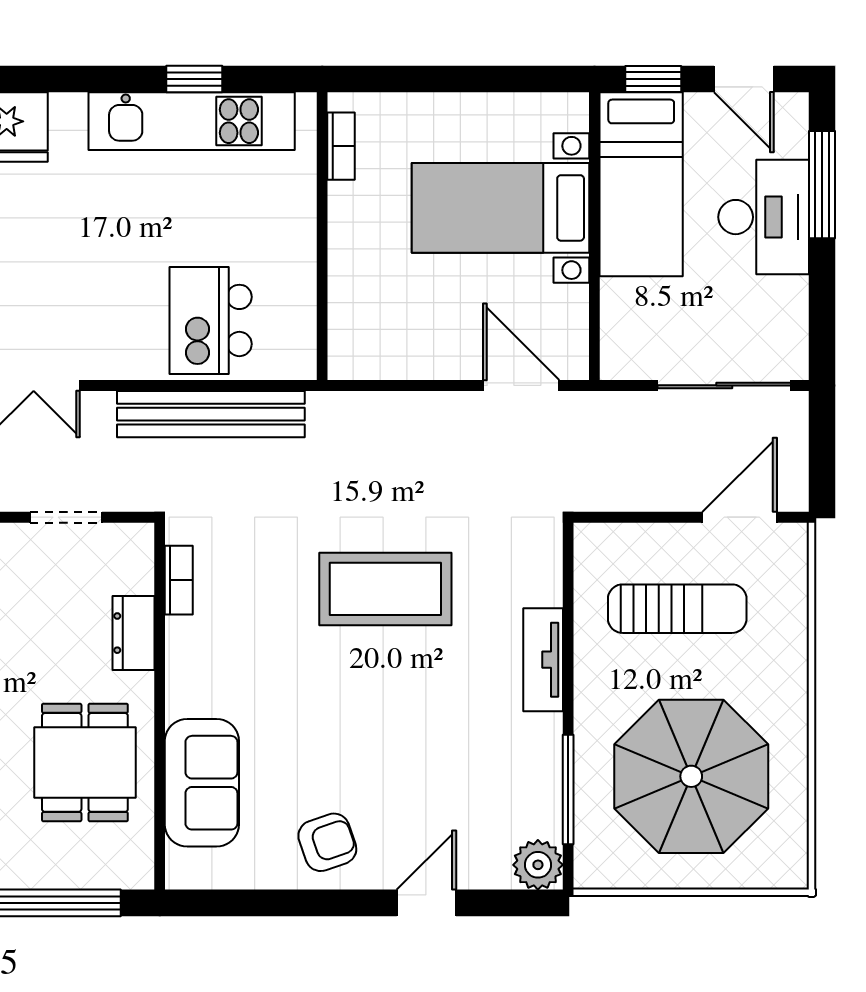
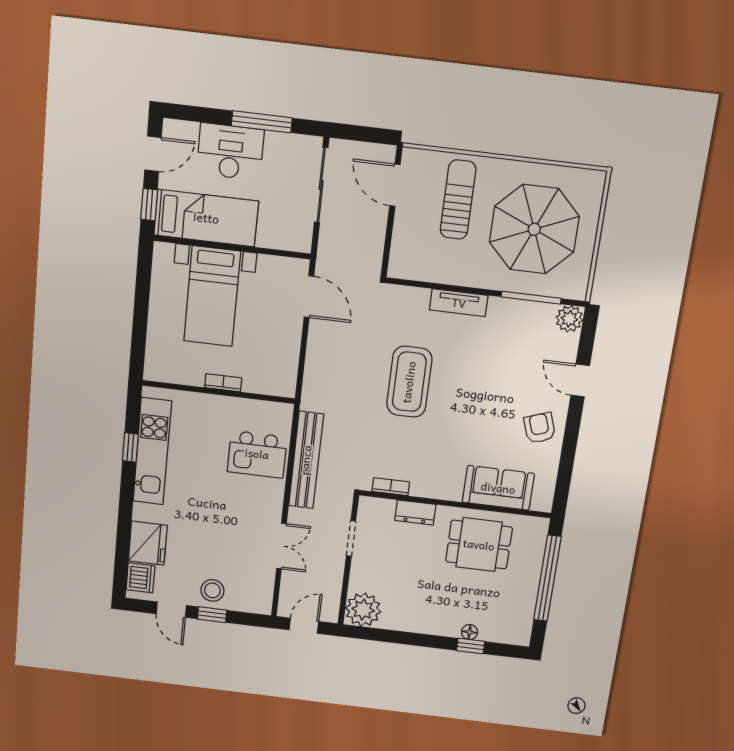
bookcase: (341, 146) -> (223, 383), moved
window: (822, 185) -> (262, 122), moved
door: (521, 385) -> (309, 297), swing flipped
sun lounger: (677, 609) -> (458, 200), moved

